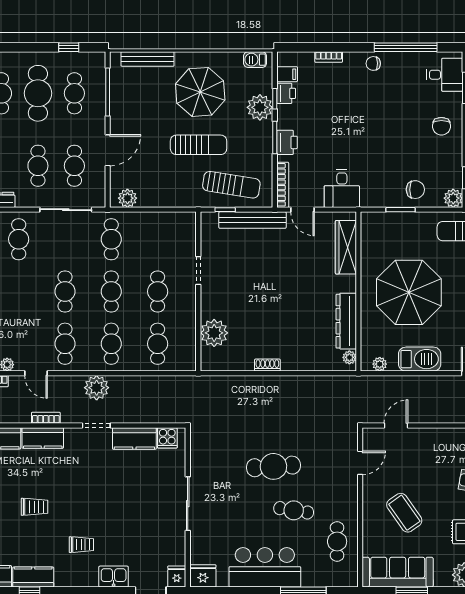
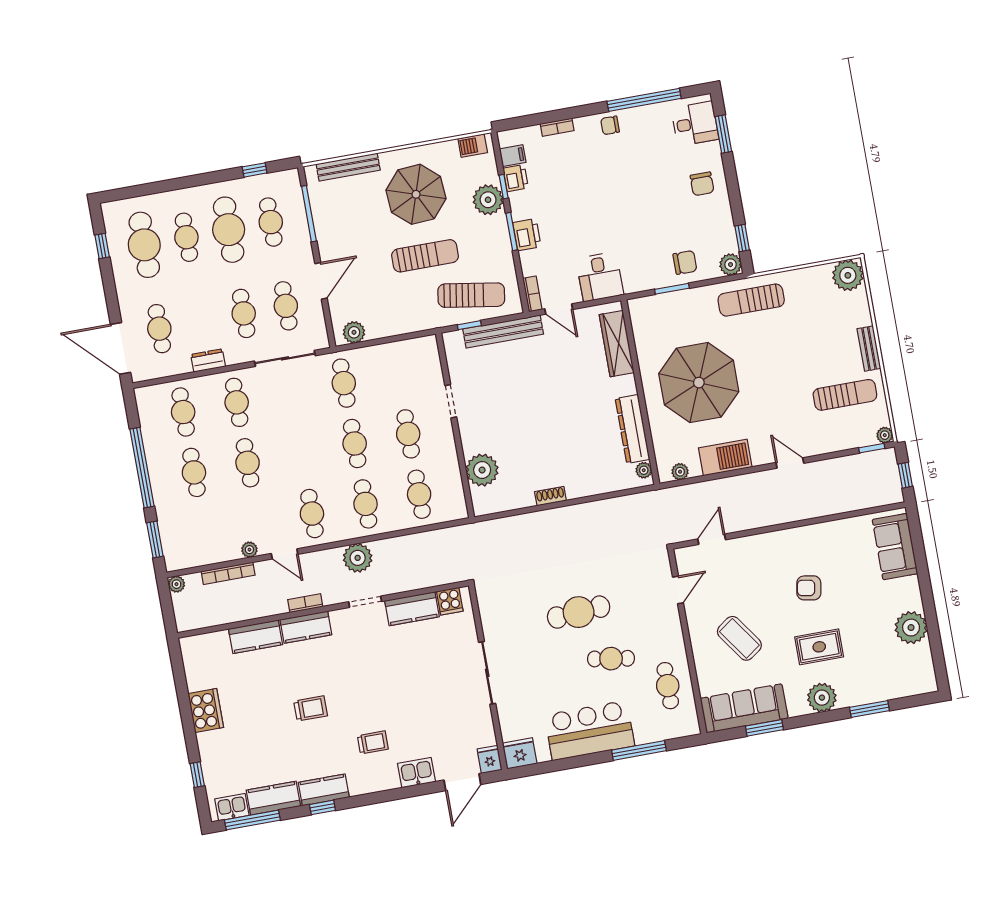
bookcase: (283, 185) -> (532, 294), width x0.64
cafe table: (65, 291) -> (248, 463), moved

